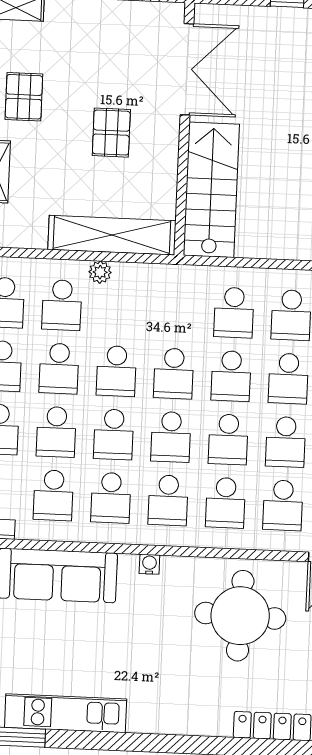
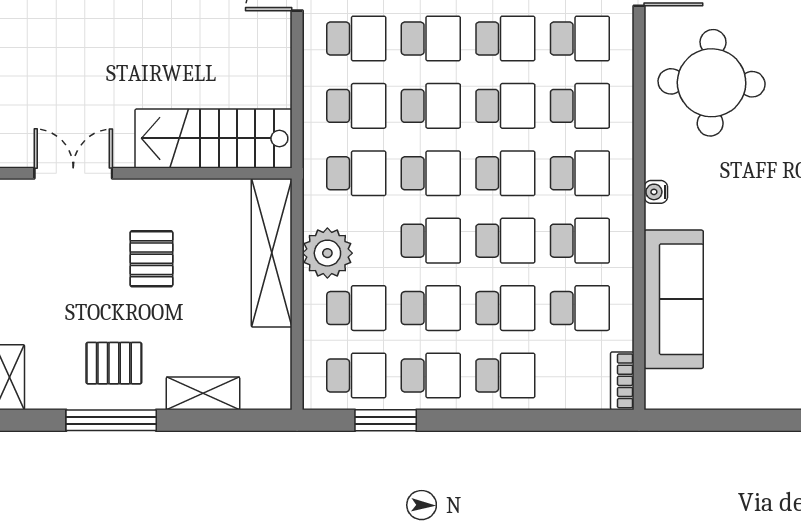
double door: (187, 69) -> (73, 173), width x0.73
pallet: (111, 133) -> (151, 259), turned 90
plant: (100, 272) -> (327, 253), width x1.88, depth x1.88
school desk: (176, 310) -> (356, 173), added

